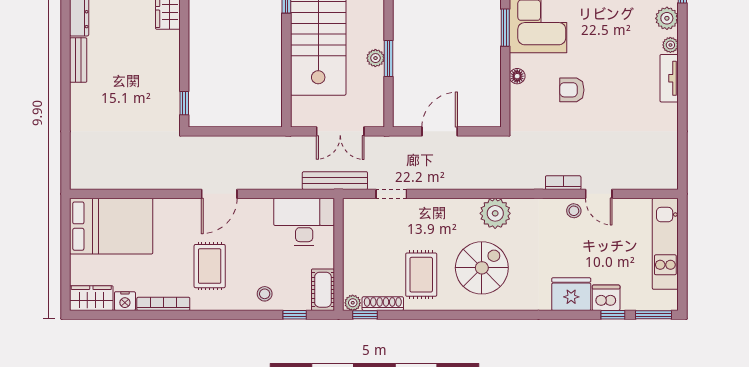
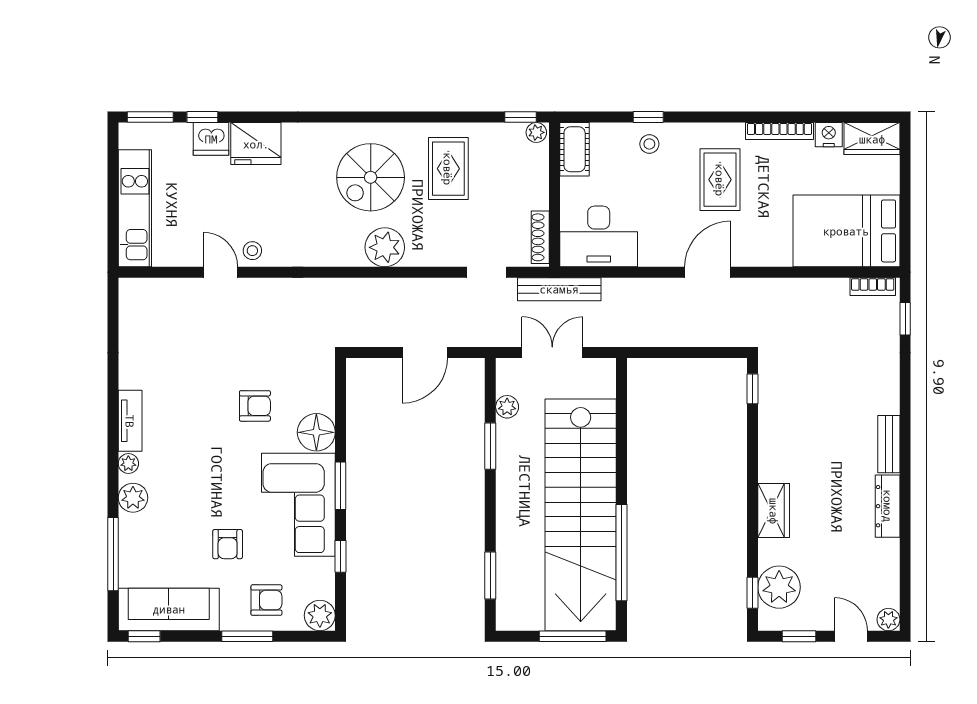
plant: (375, 58) -> (507, 407), moved
floor lamp: (517, 76) -> (316, 432), width x1.89, depth x1.89
window: (65, 158) -> (905, 319), added
bookcase: (563, 183) -> (873, 287), moved
plant: (495, 213) -> (385, 247), moved
shoe rack: (383, 304) -> (540, 237), moved, turned 90
window: (295, 315) -> (648, 117), moved

